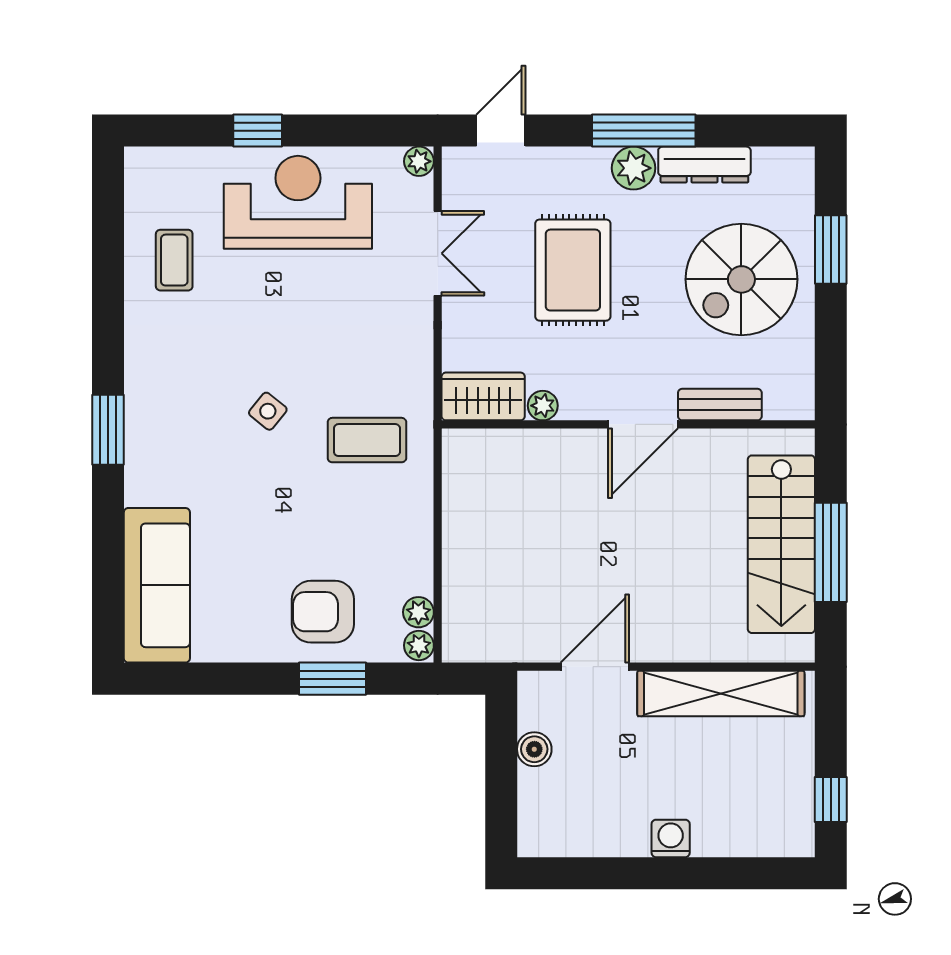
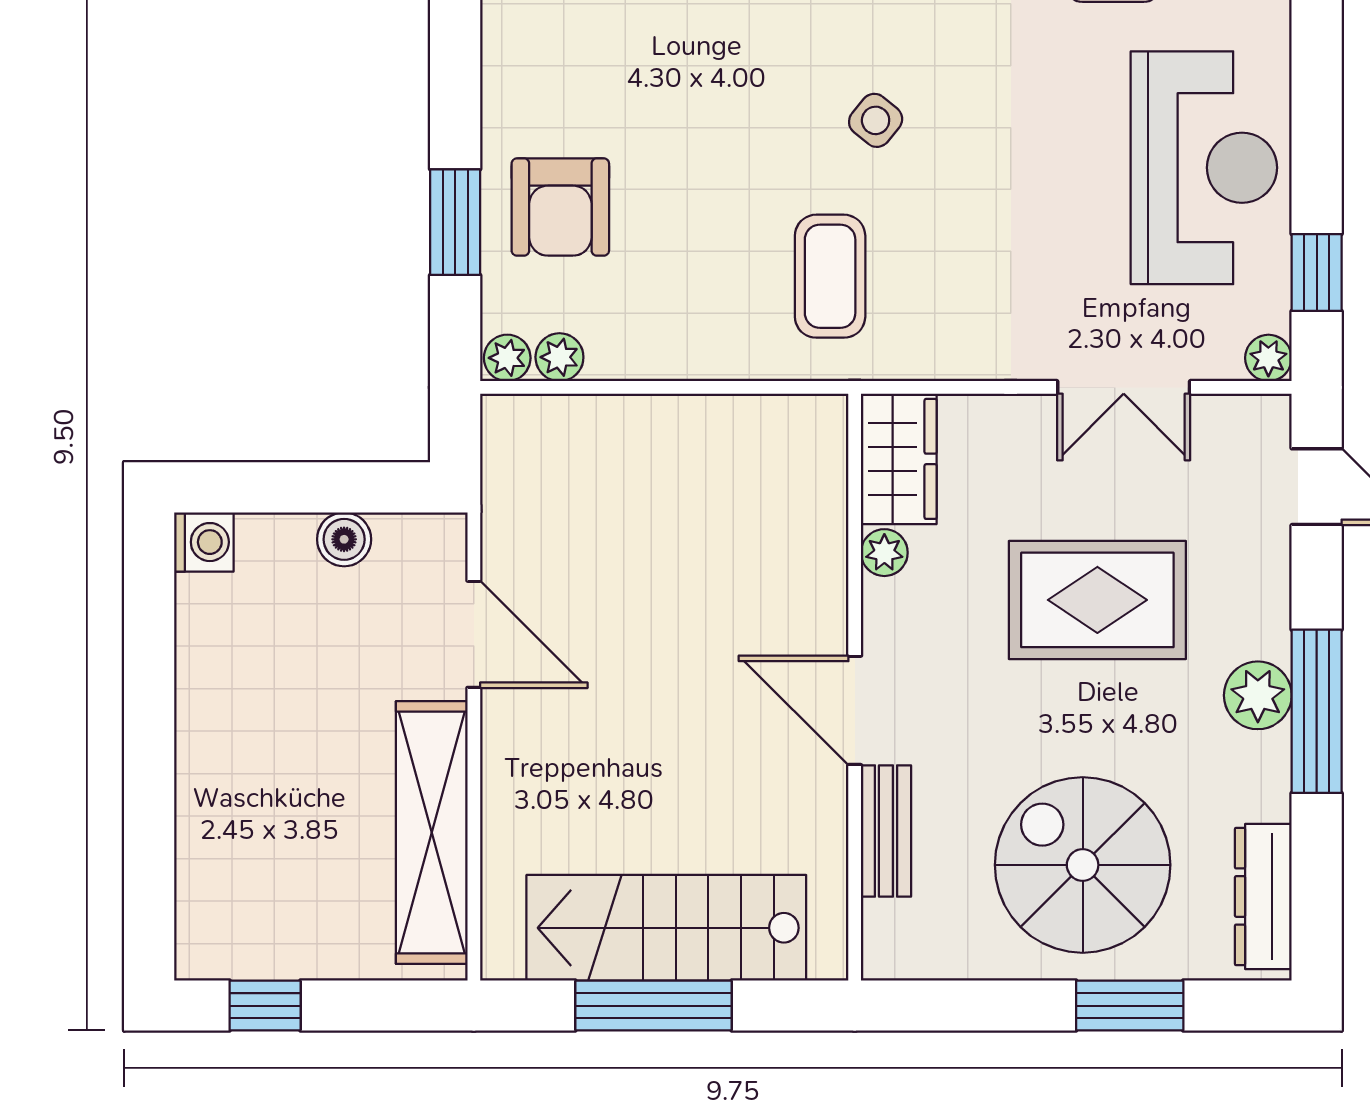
window: (258, 131) -> (1317, 273), moved
dresser: (704, 165) -> (1263, 896), moved
armchair: (323, 612) -> (560, 207), turned 180
washing machine: (671, 838) -> (204, 542), moved

